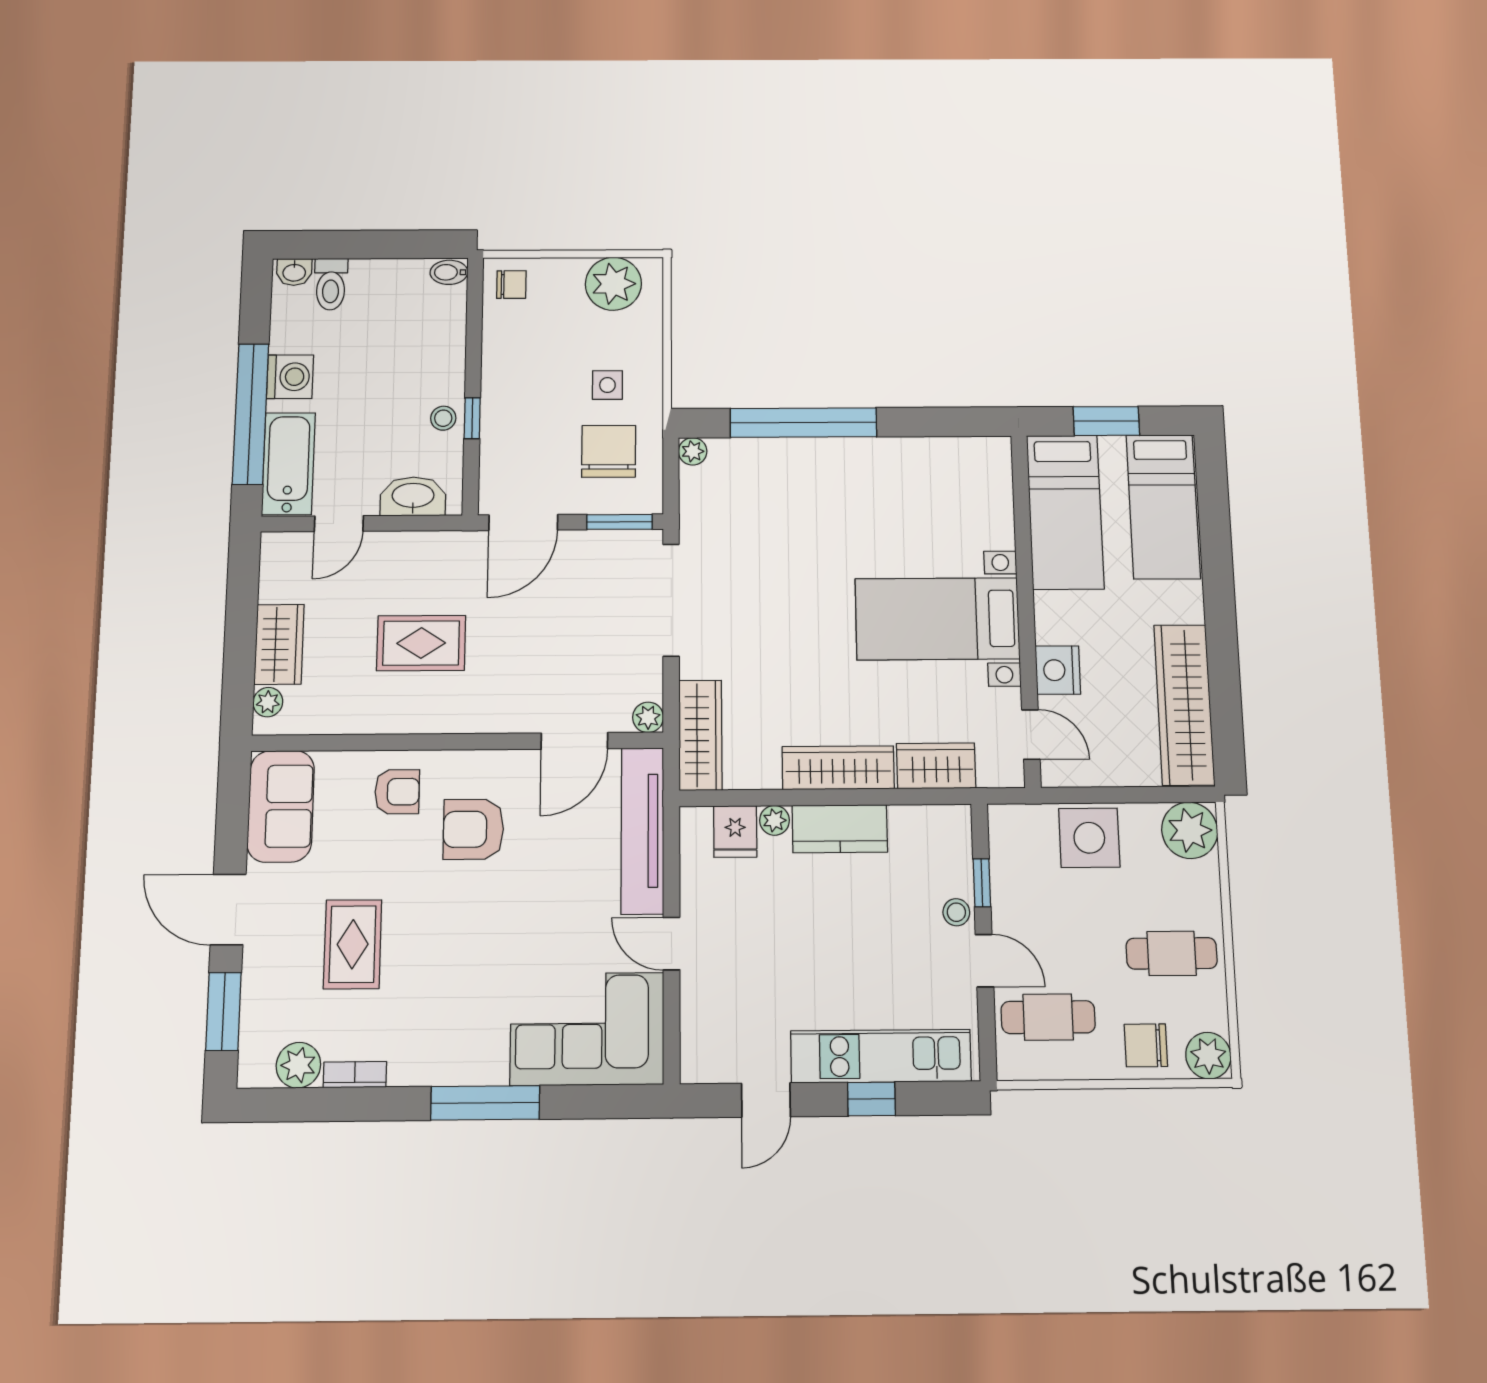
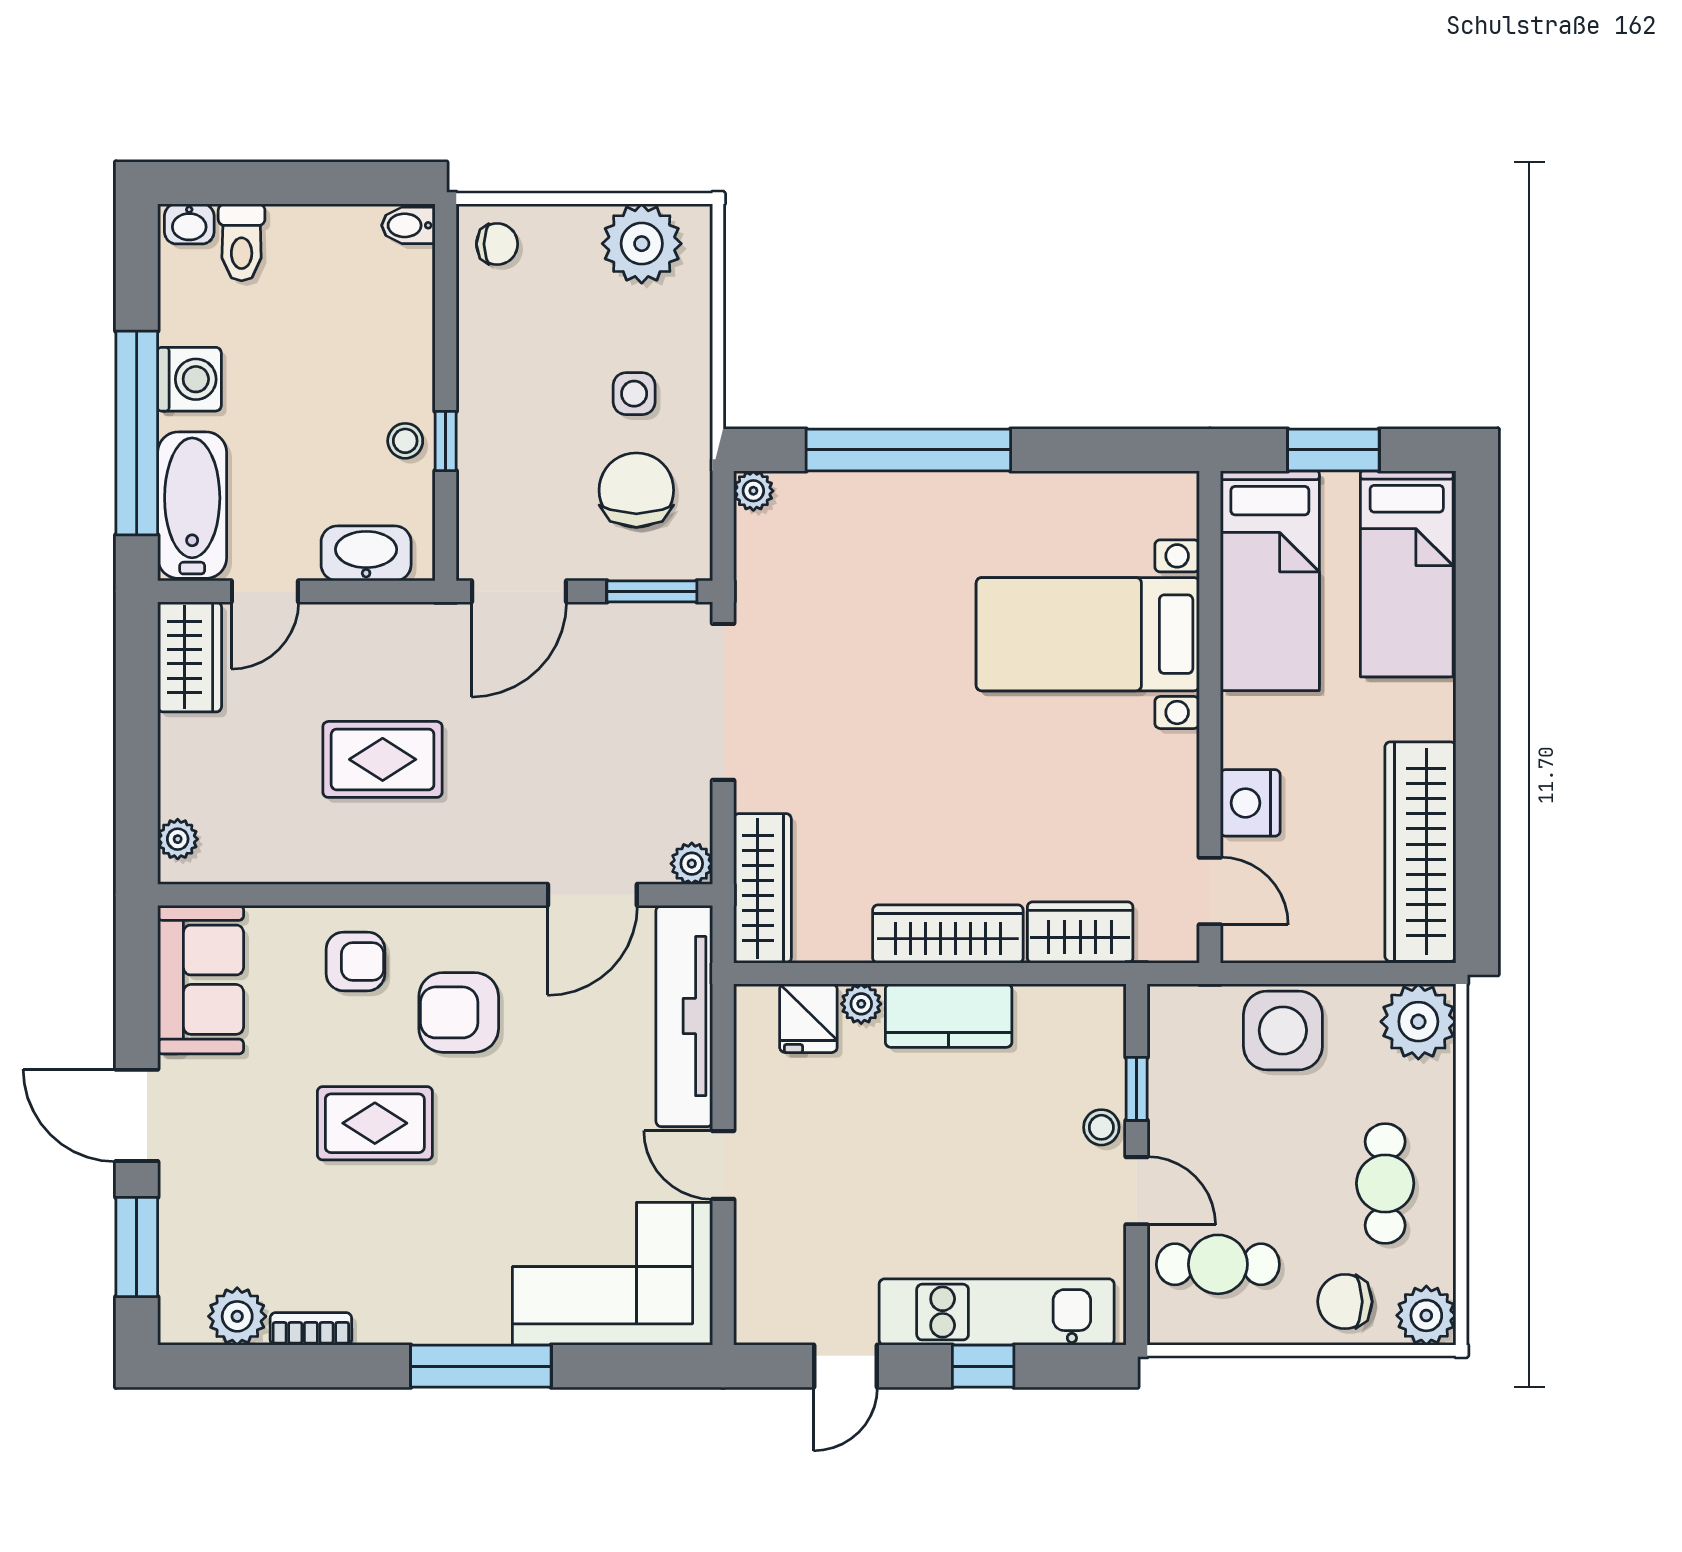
bed with nightstands: (937, 619) -> (1088, 634), moved
wardrobe: (279, 644) -> (190, 657), moved
rug: (353, 944) -> (375, 1123), moved, turned 90
cafe table: (1172, 953) -> (1385, 1183), turned 90

